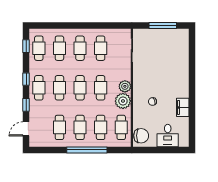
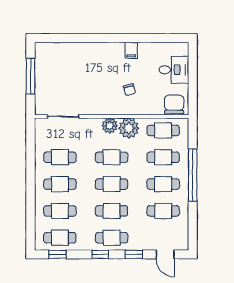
filing cabinet: (183, 107) -> (131, 50), width x0.50

